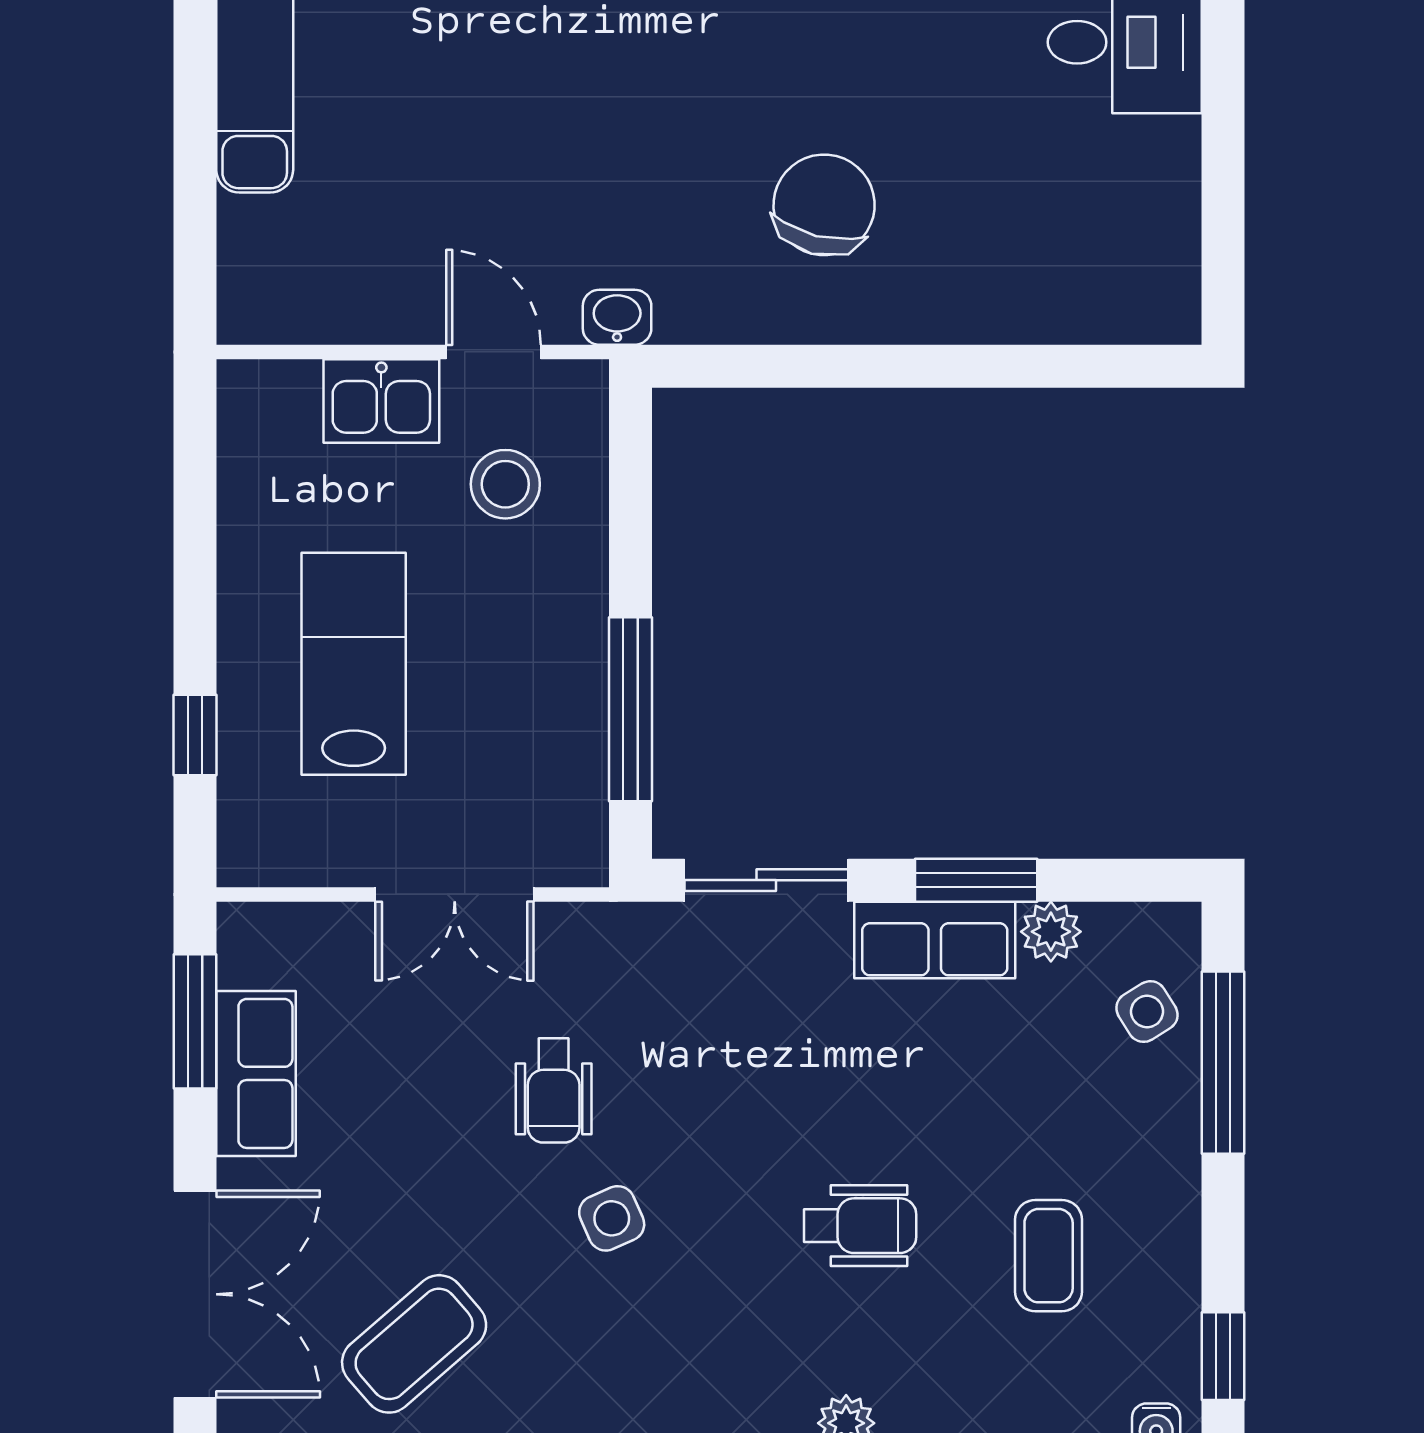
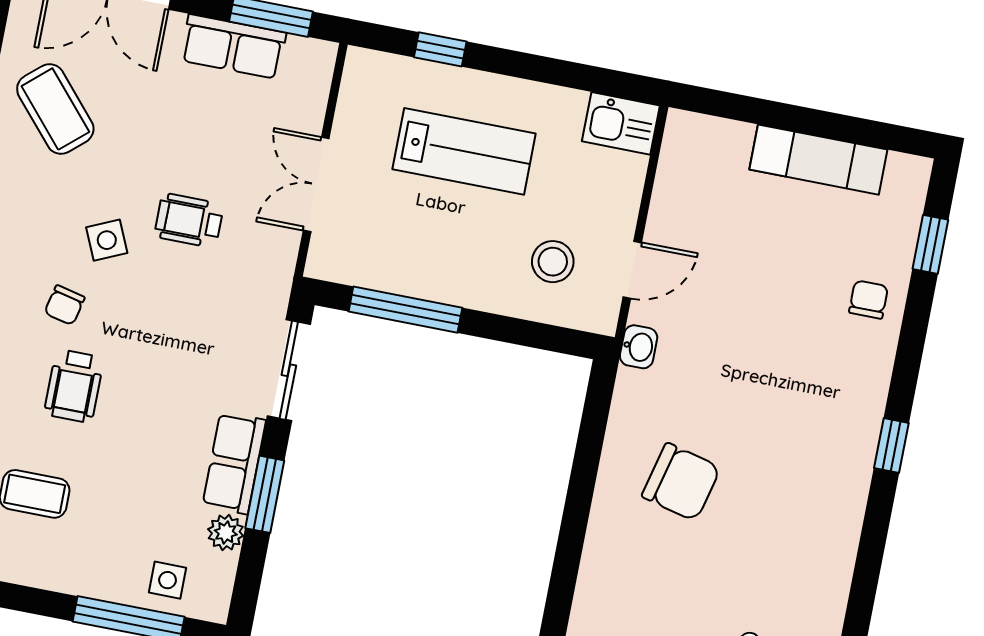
kitchen sink: (381, 401) -> (621, 123), moved, turned -90
side table: (1147, 1012) -> (168, 580), turned 32
chair: (731, 1267) -> (64, 305), added

